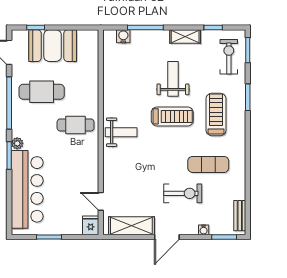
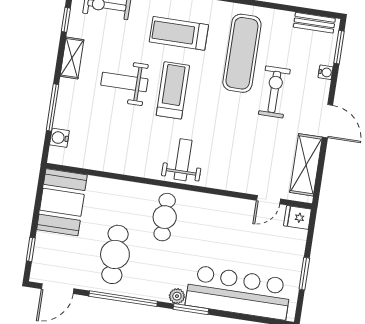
booth: (53, 46) -> (62, 202), moved
exercise mat: (208, 164) -> (242, 53), width x1.36, depth x1.45

